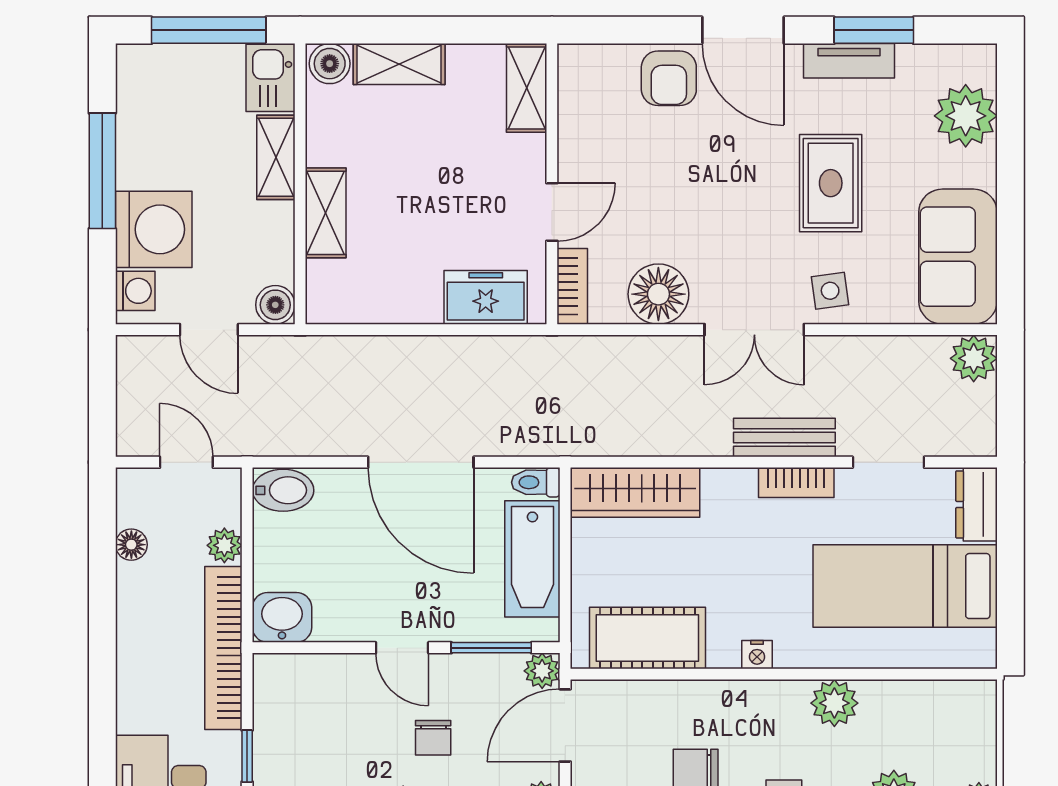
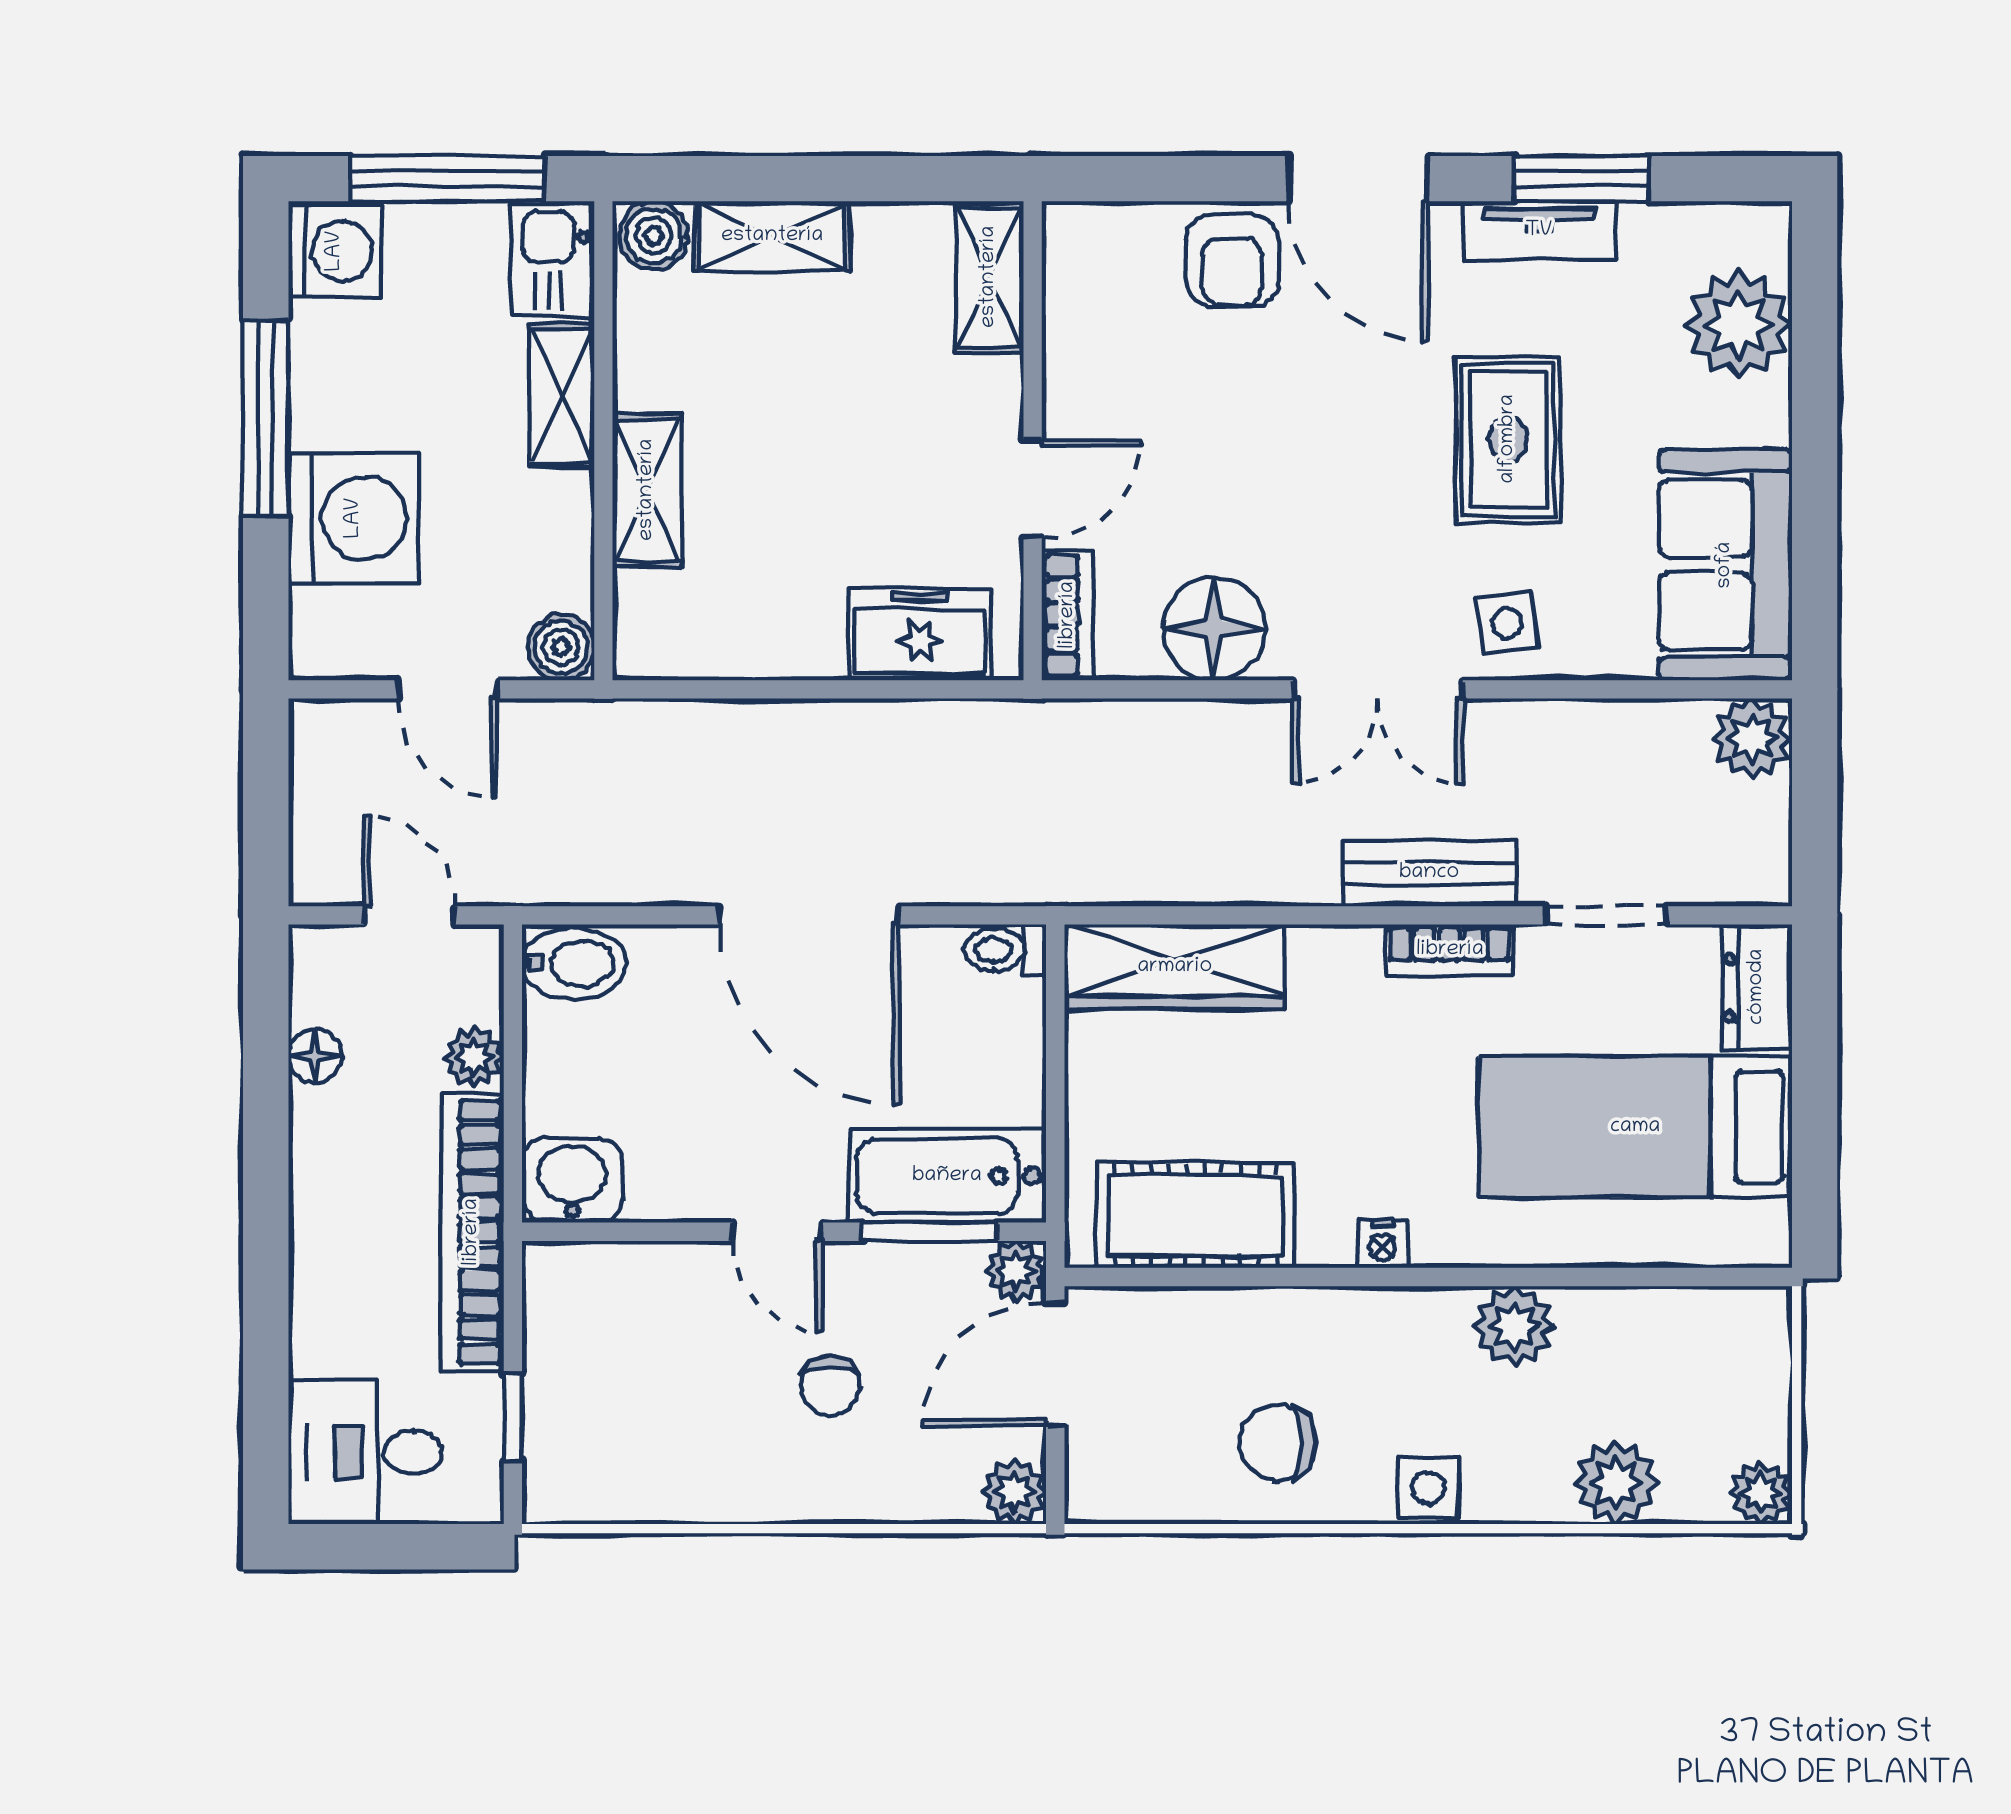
washing machine: (135, 291) -> (335, 251), moved, width x1.38, depth x1.38
bathtub: (532, 559) -> (947, 1176), moved, turned 90

